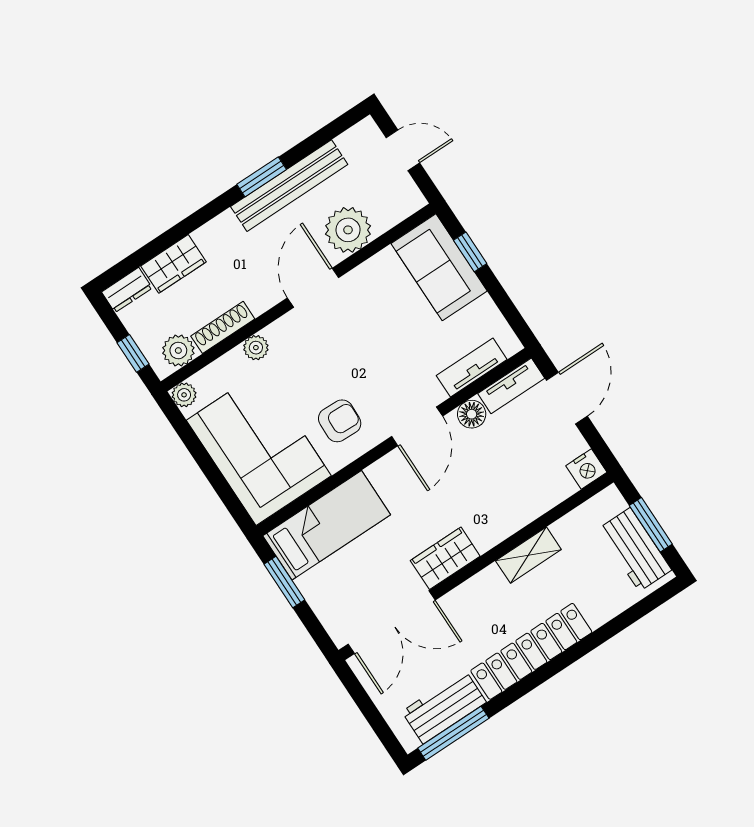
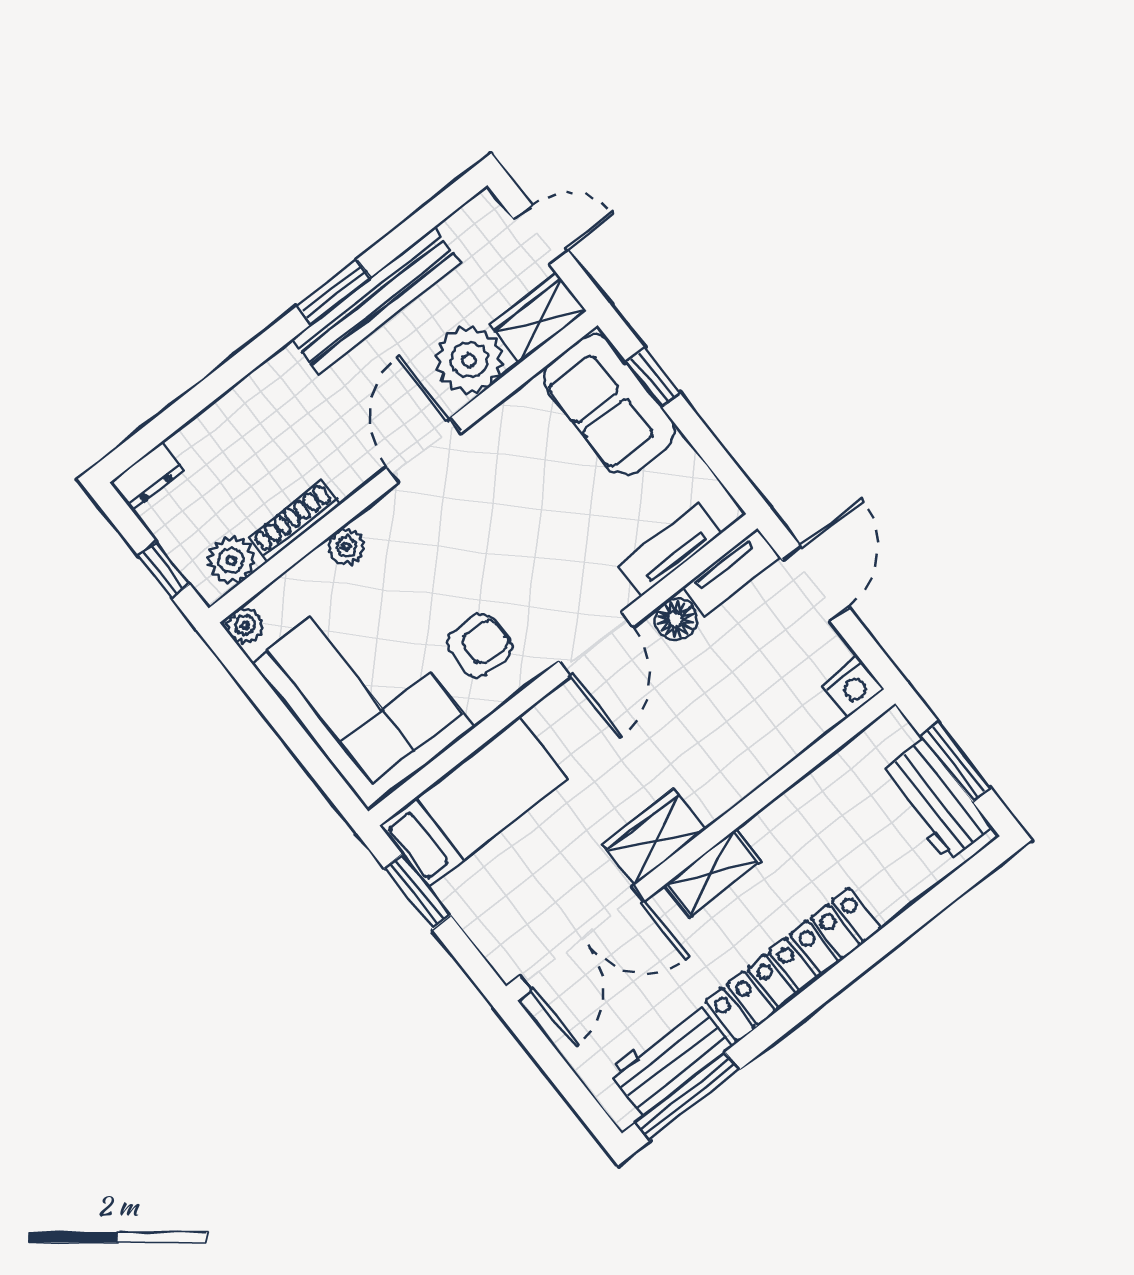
wardrobe: (173, 264) -> (538, 318), moved, turned 180
shelving: (528, 555) -> (712, 873), moved

